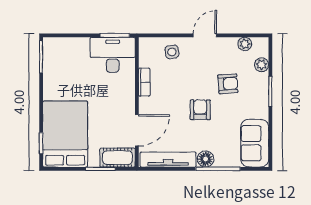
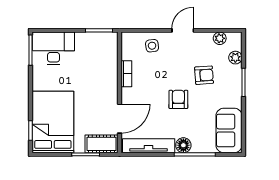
desk: (113, 55) -> (54, 48), moved

